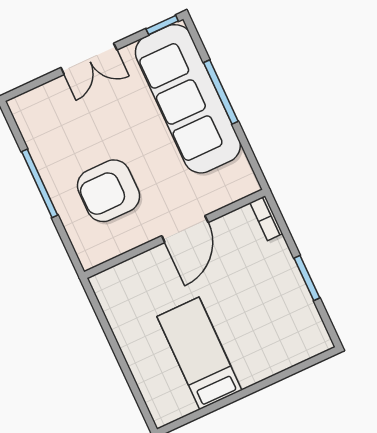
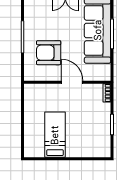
door: (185, 229) -> (72, 82), swing flipped

